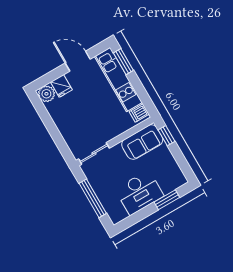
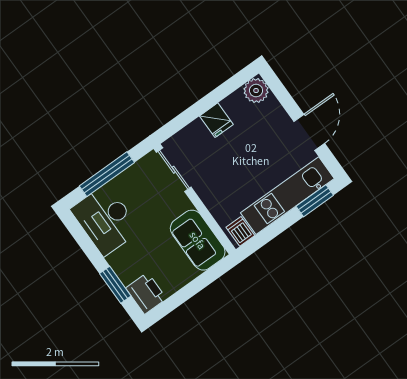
fridge: (61, 86) -> (216, 120), moved, turned -90
window: (167, 136) -> (211, 275), removed
printer: (174, 180) -> (146, 293), added
desk: (139, 193) -> (105, 220), moved

